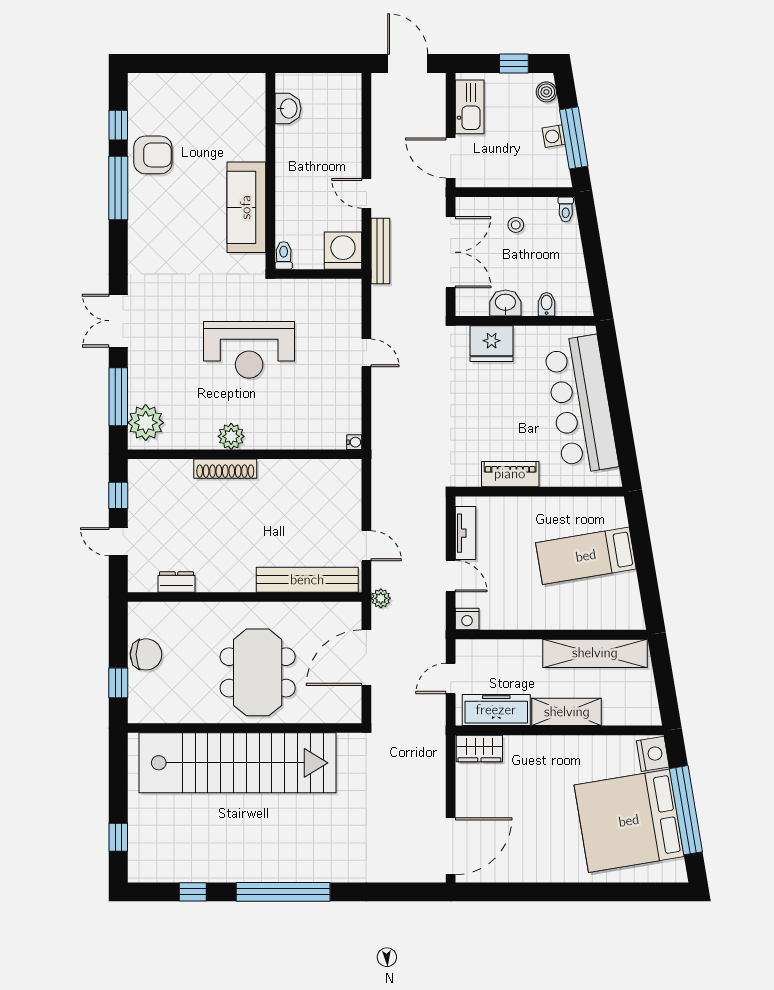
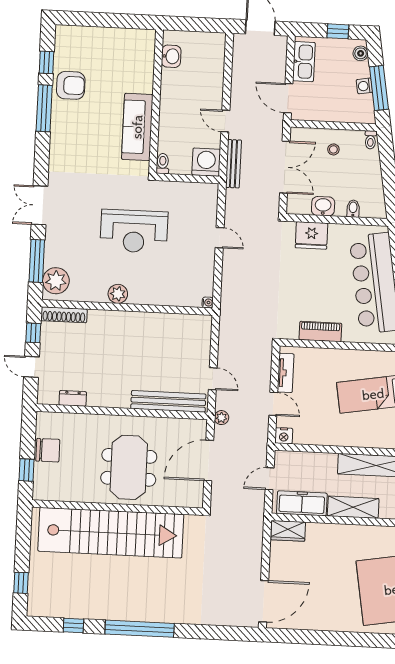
shoe rack: (225, 469) -> (64, 315), moved

